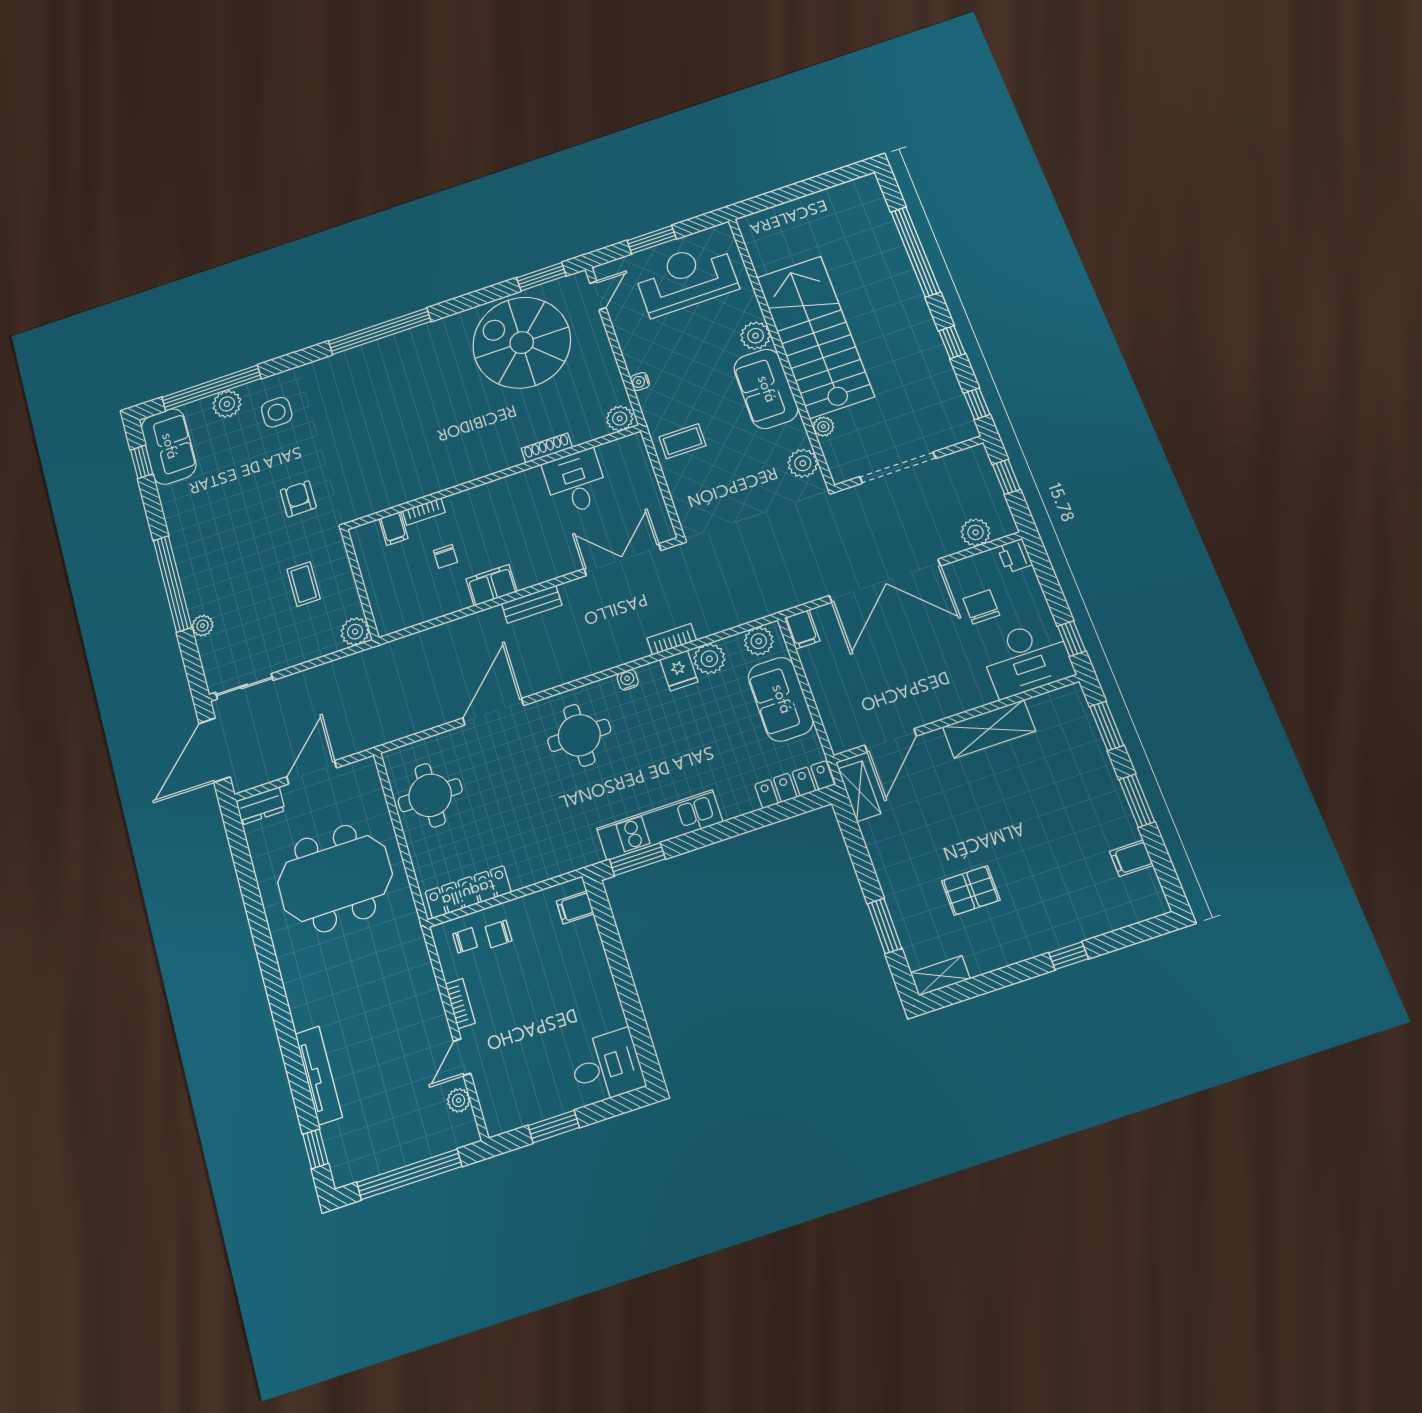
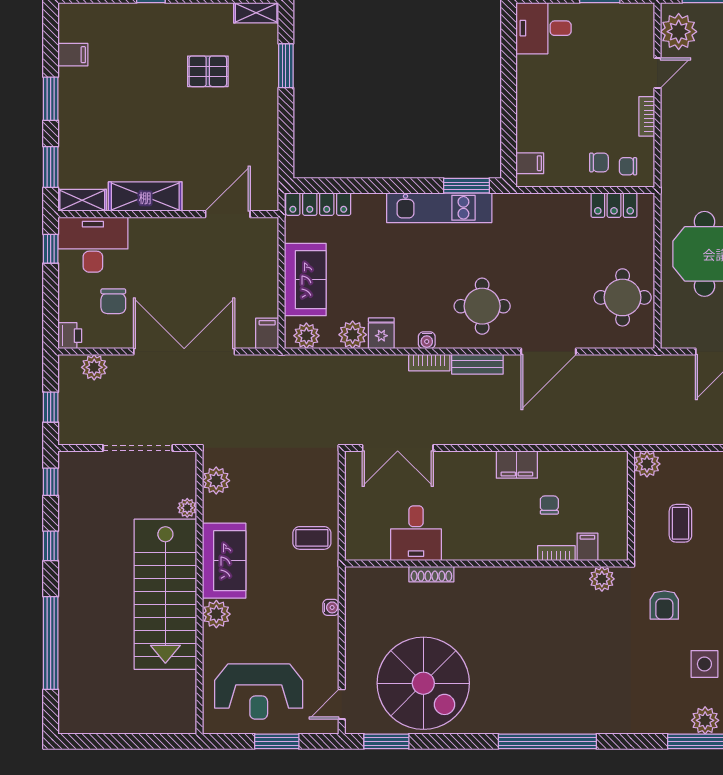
side table: (277, 412) -> (704, 664), moved
plant: (620, 418) -> (602, 579), moved
bench: (532, 604) -> (477, 364), moved
bookcase: (672, 639) -> (429, 363), moved
shelving: (859, 791) -> (82, 200), moved, turned 90
locker: (468, 892) -> (614, 205), width x0.66
plant: (459, 1100) -> (679, 32), width x1.87, depth x1.87

